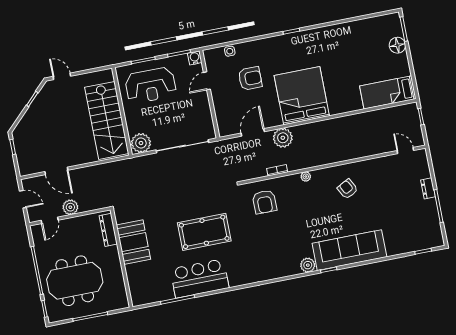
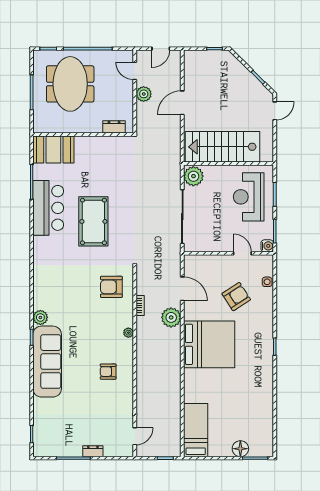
armchair: (250, 78) -> (236, 297), turned -123
door: (56, 171) -> (182, 103), moved
armchair: (348, 189) -> (108, 372), turned -152
dresser: (108, 230) -> (114, 127), width x0.70
booth: (133, 242) -> (53, 149), moved

